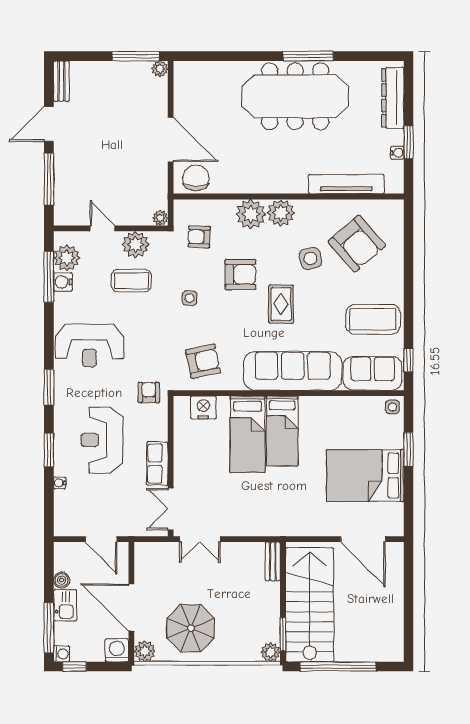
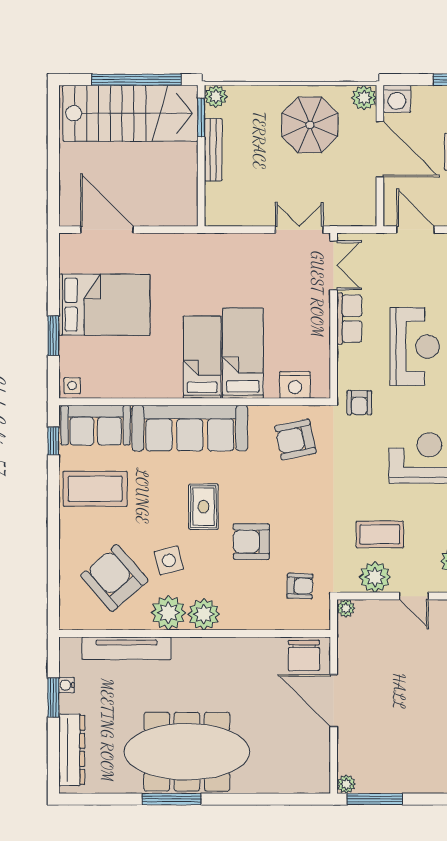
plant: (251, 214) -> (168, 613), moved
side table: (190, 298) -> (311, 514), removed
bench: (273, 561) -> (213, 150), moved, width x1.36
stairs: (310, 605) -> (130, 113), moved, turned -90

